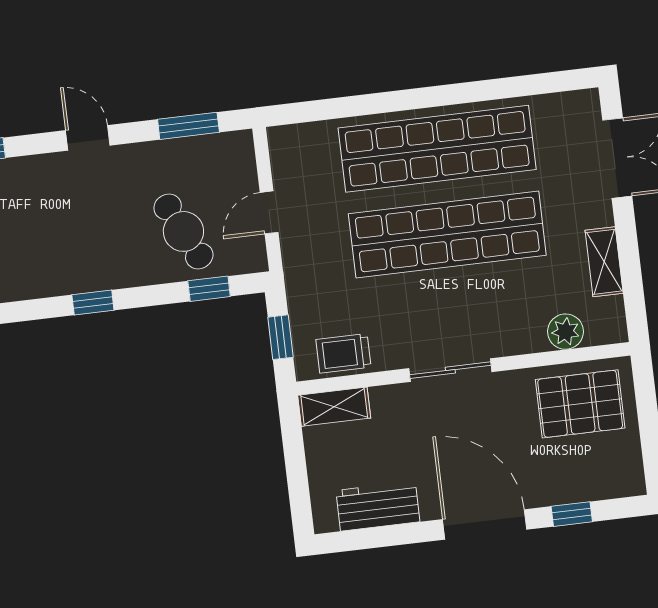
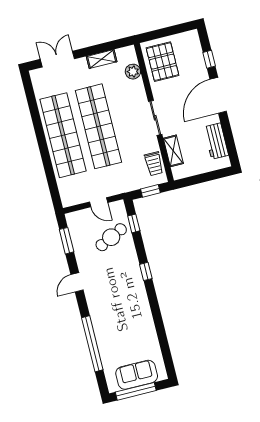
shelving: (334, 407) -> (173, 151), moved

